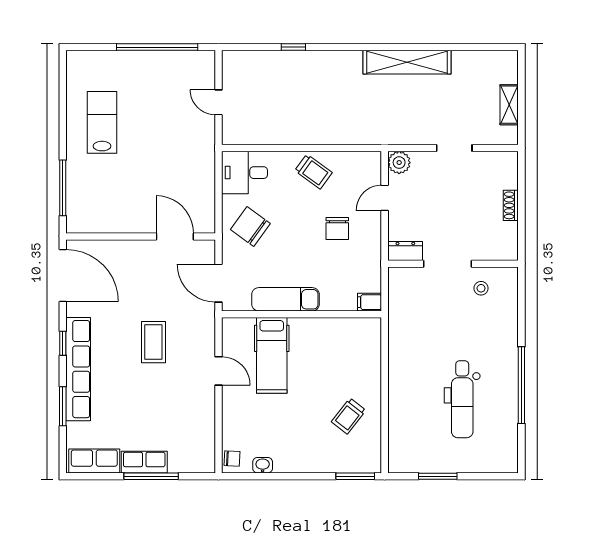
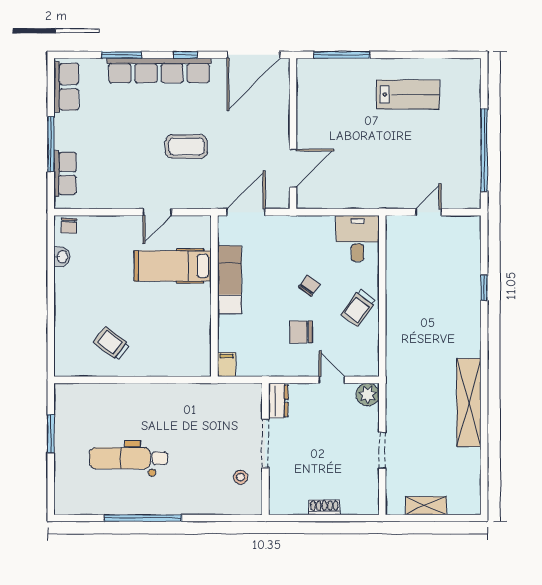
chair: (250, 227) -> (309, 286), moved, width x0.54, depth x0.54
row of seats: (144, 462) -> (65, 173), moved
window: (355, 476) -> (51, 350), removed

